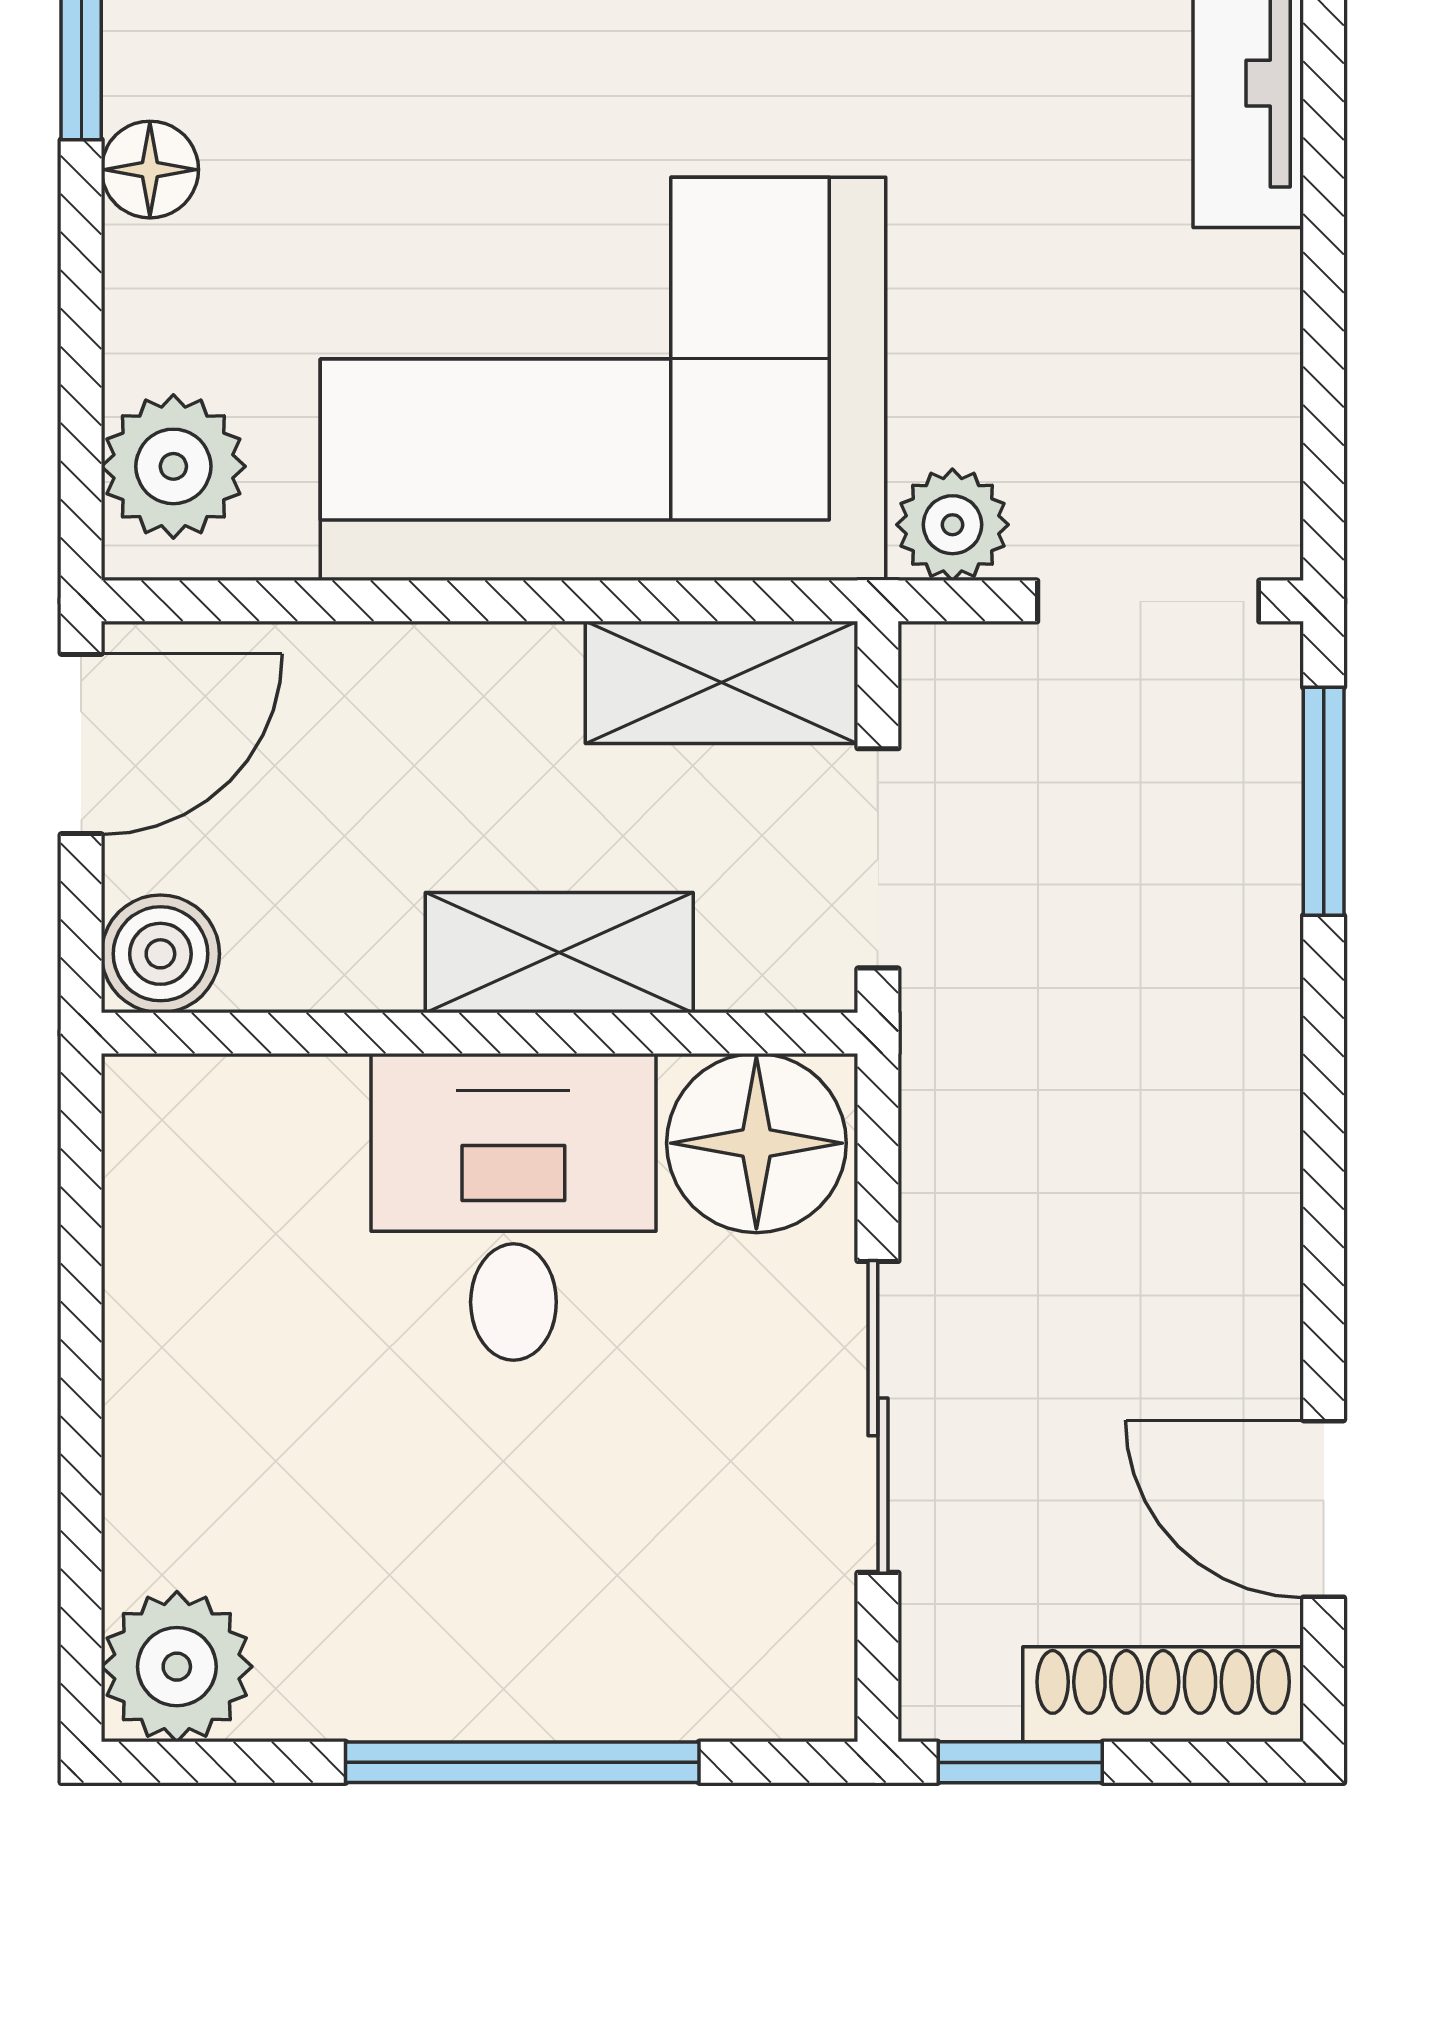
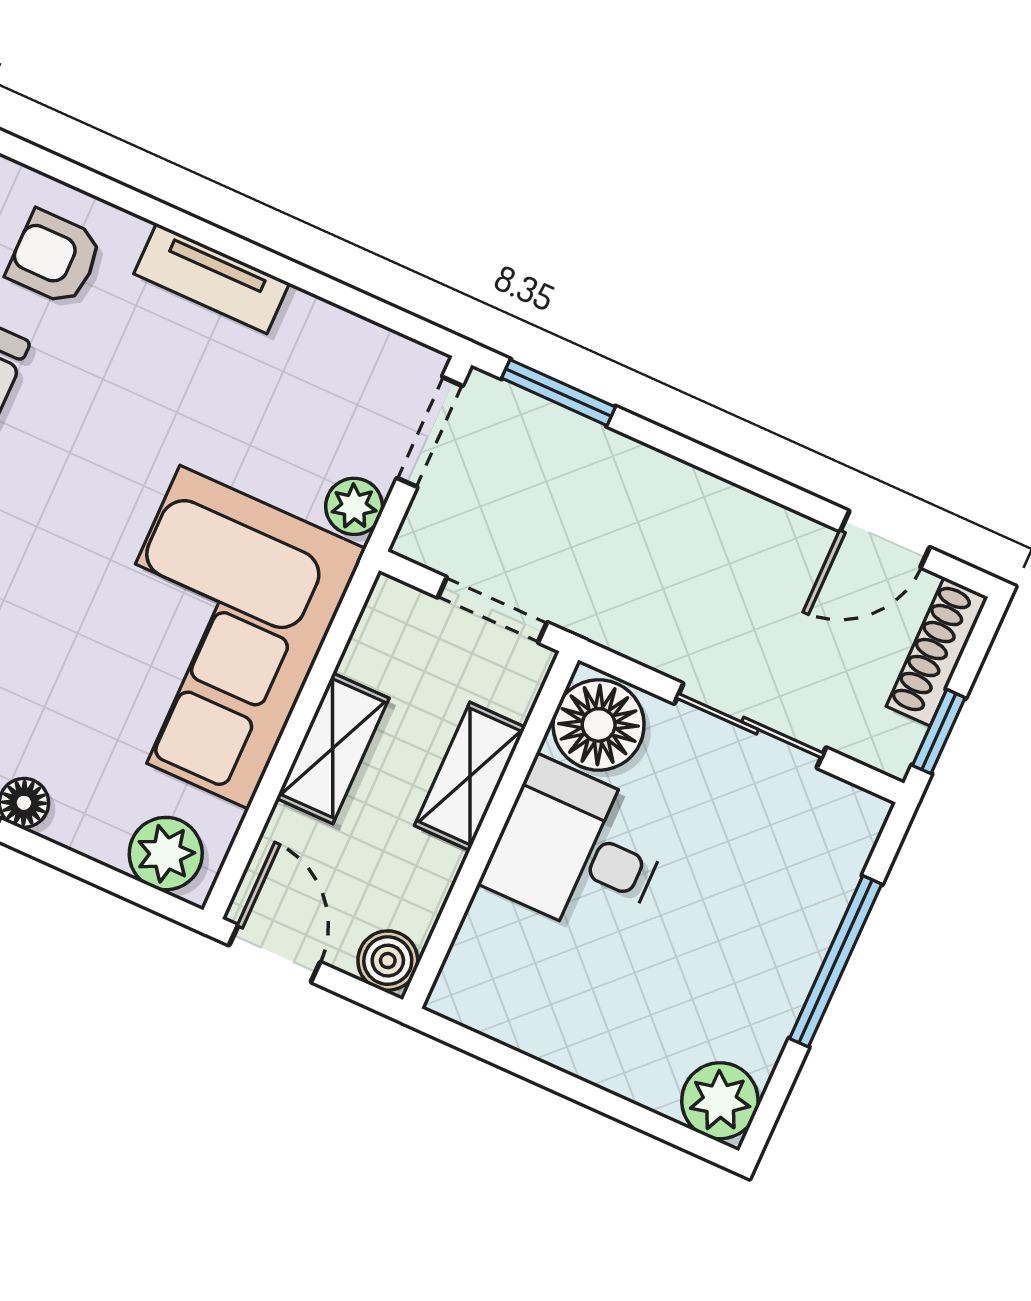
shelving: (722, 682) -> (333, 748), moved

